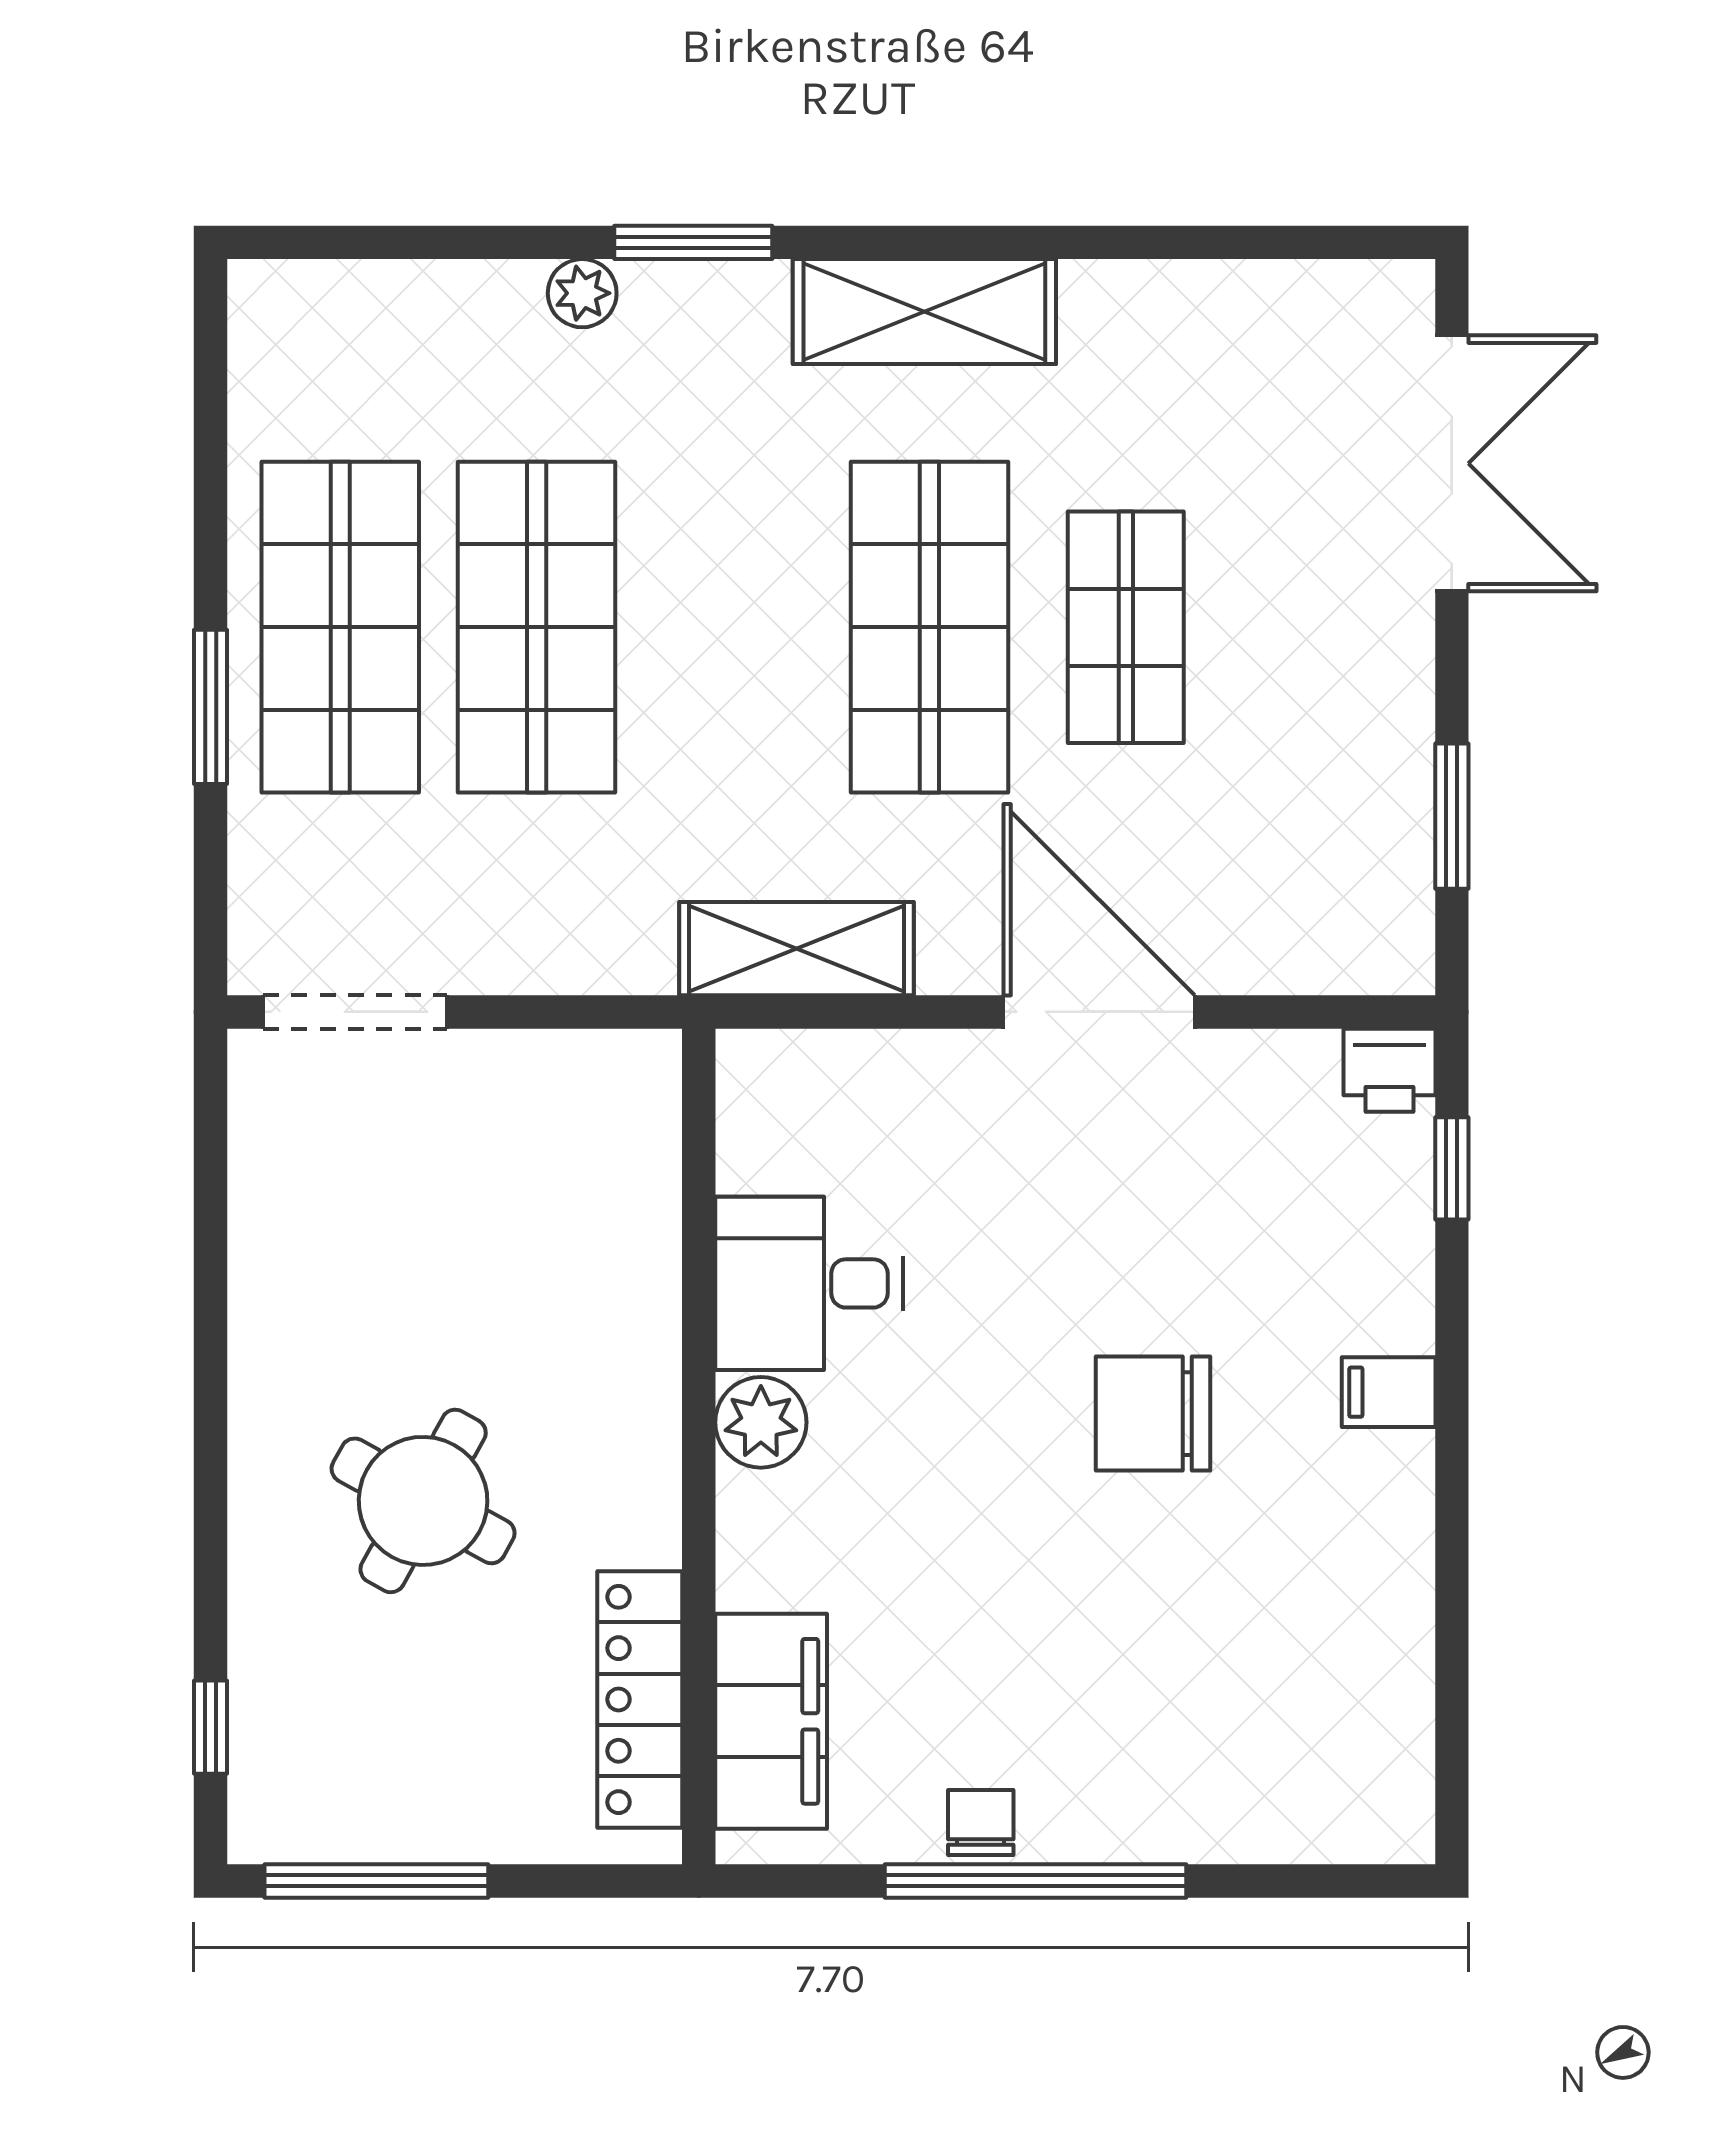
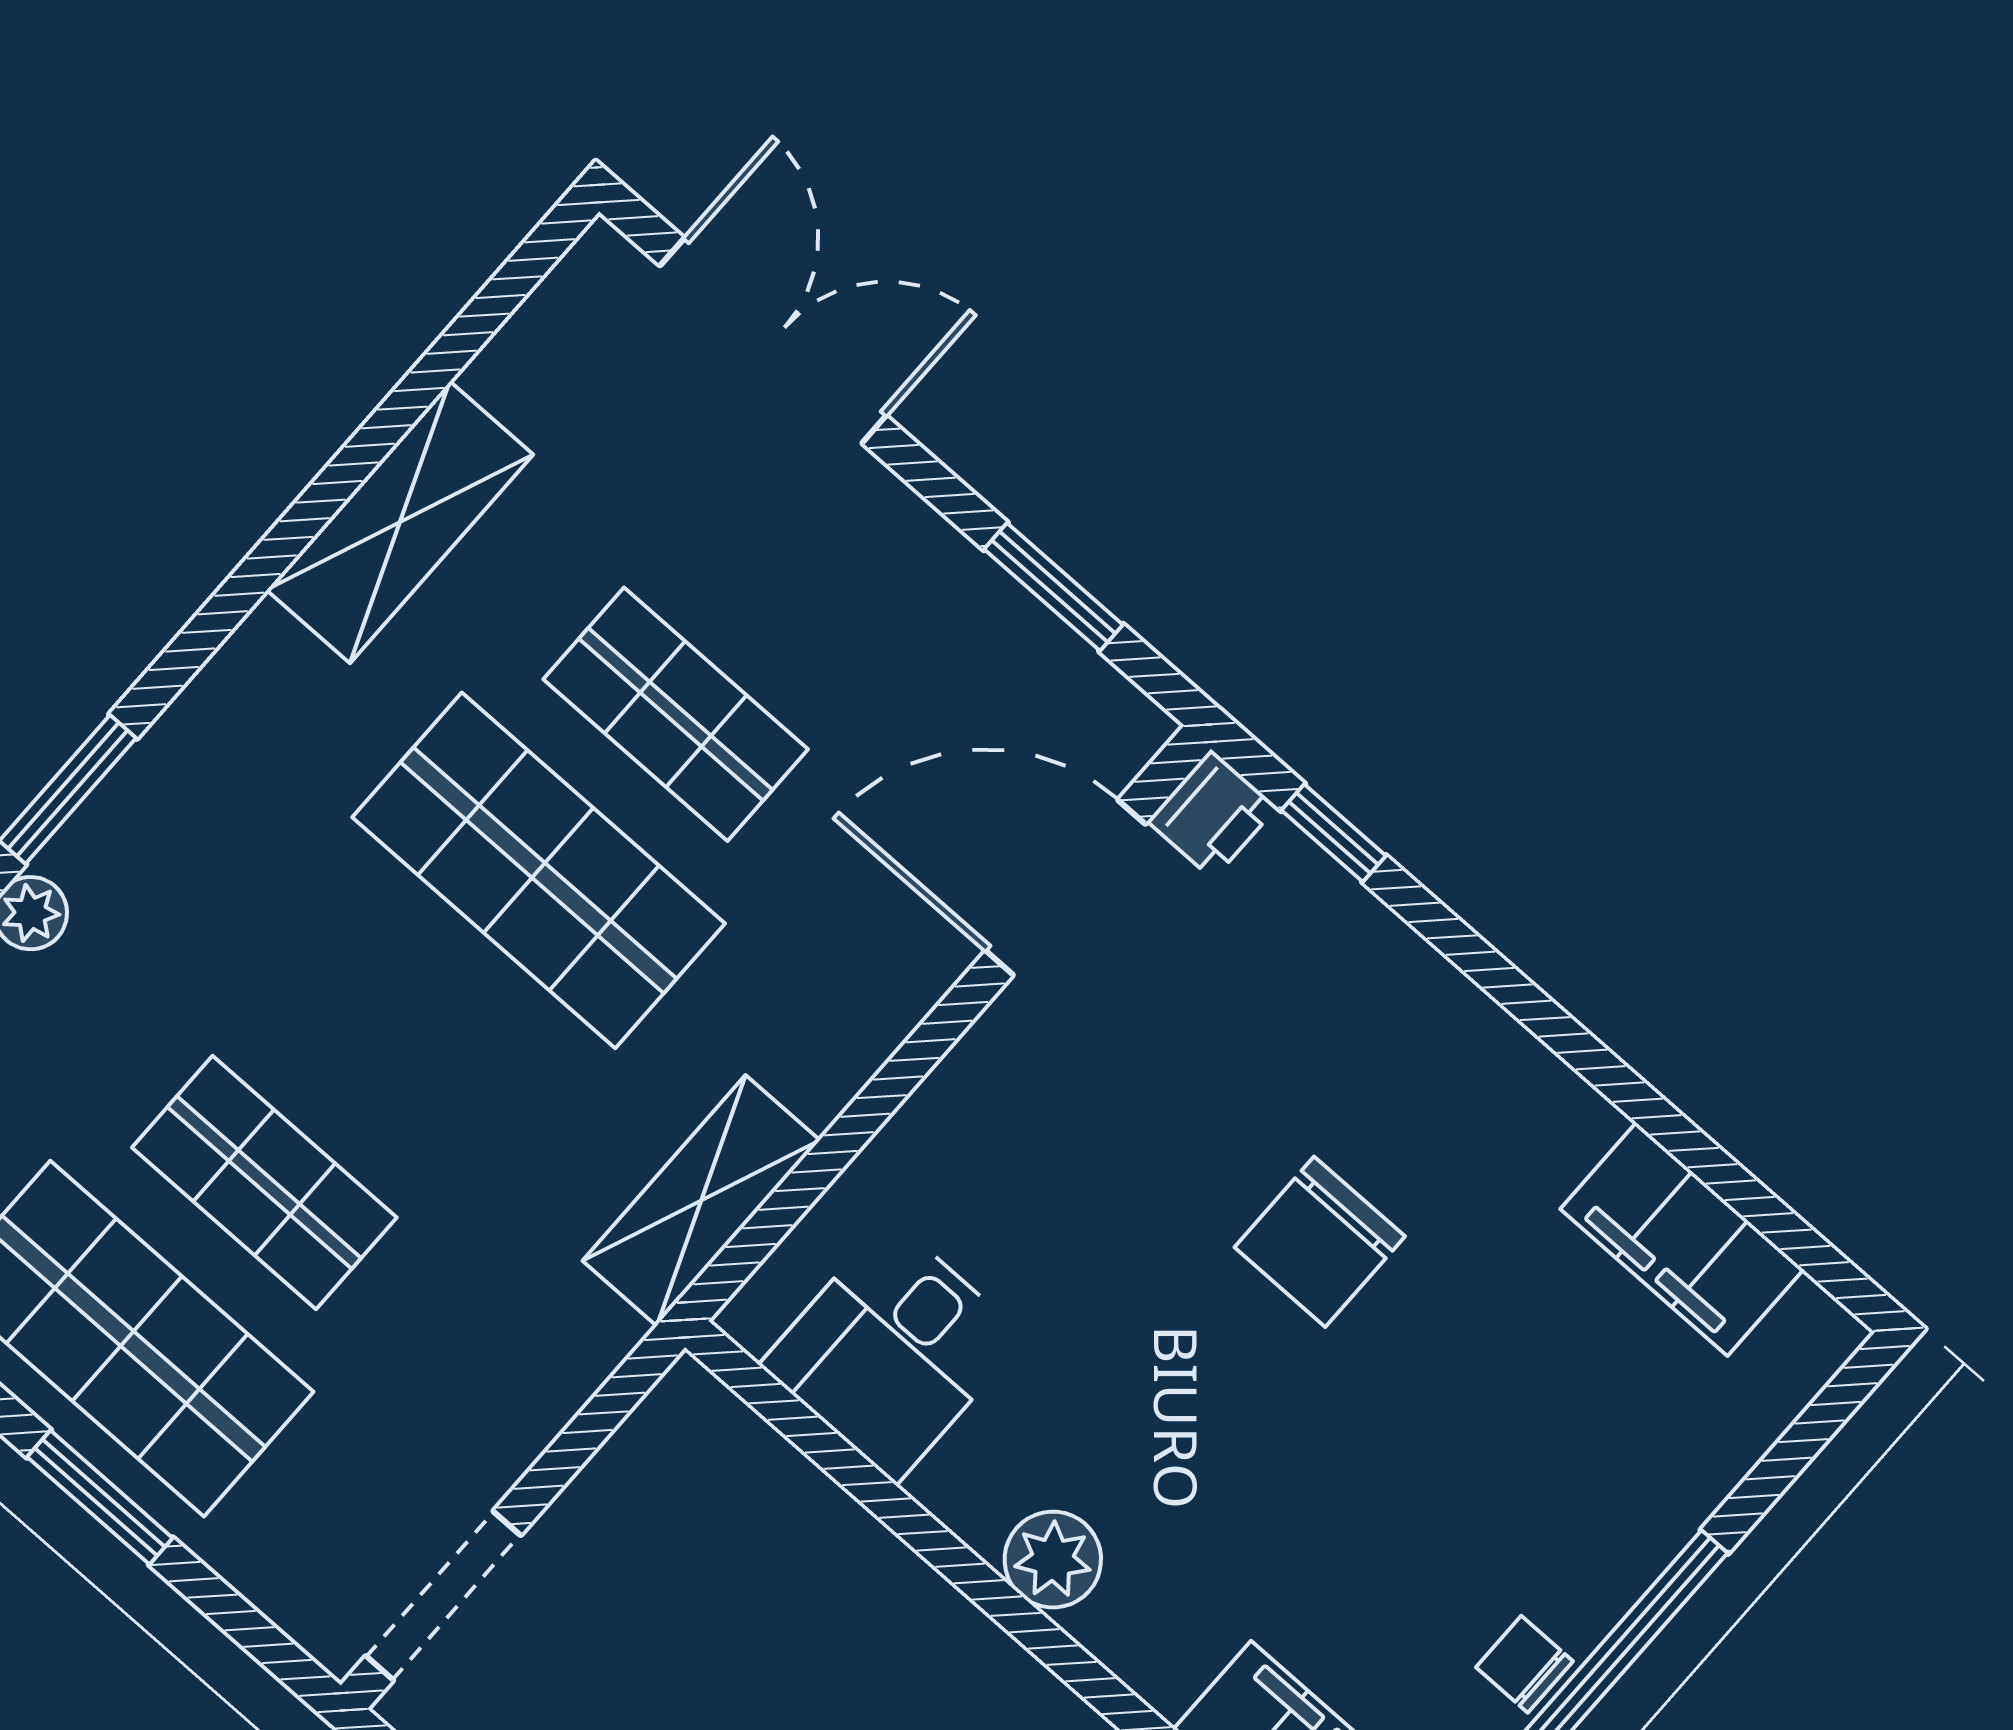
shelving: (924, 311) -> (400, 522), moved
shop shelf: (537, 627) -> (264, 1183), width x0.70, depth x0.74
door: (1099, 1012) -> (1066, 887), moved
desk: (809, 1283) -> (893, 1351), moved
filing cabinet: (1389, 1392) -> (1682, 1239), moved, width x3.00, depth x1.17

